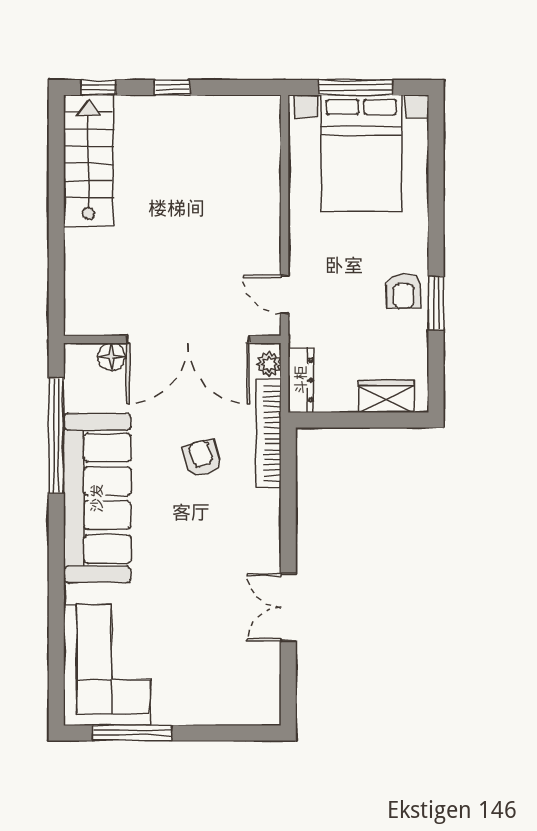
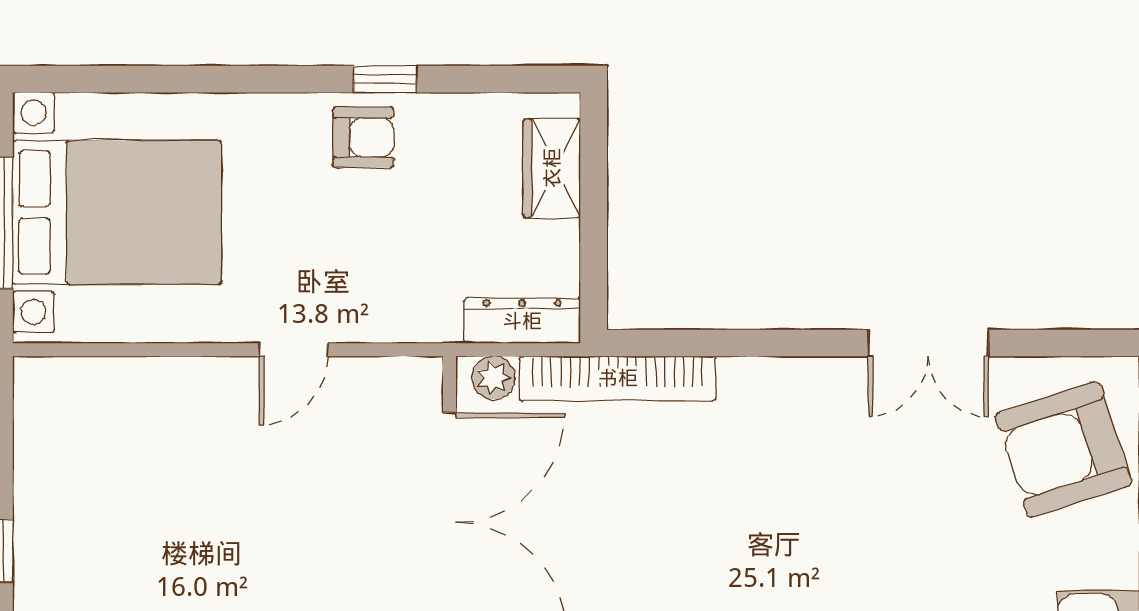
door: (285, 295) -> (293, 350), moved
window: (436, 303) -> (385, 79), width x0.67
armchair: (202, 458) -> (1064, 449), moved, width x1.88, depth x1.88

